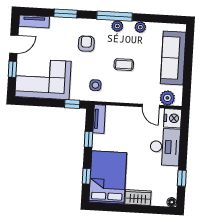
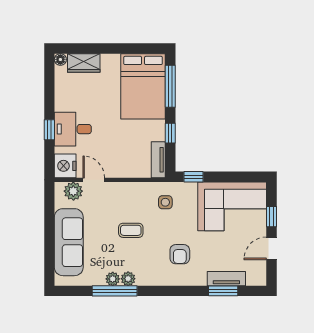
window: (66, 13) -> (223, 291), moved
window: (115, 16) -> (115, 291), moved
tv unit: (34, 21) -> (226, 279), moved
plant: (117, 26) -> (128, 279), moved
desk: (165, 147) -> (73, 129), width x0.73
window: (86, 176) -> (170, 86), width x2.17
window: (182, 178) -> (49, 130), moved
wardrobe: (138, 198) -> (84, 63), moved

